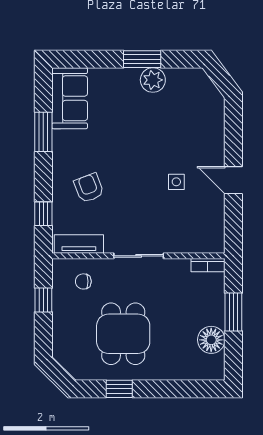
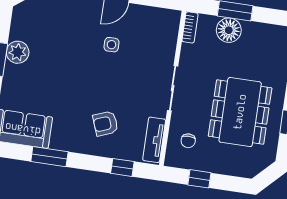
dining table: (123, 334) -> (240, 112), width x1.38
floor lamp: (211, 340) -> (229, 30), moved

